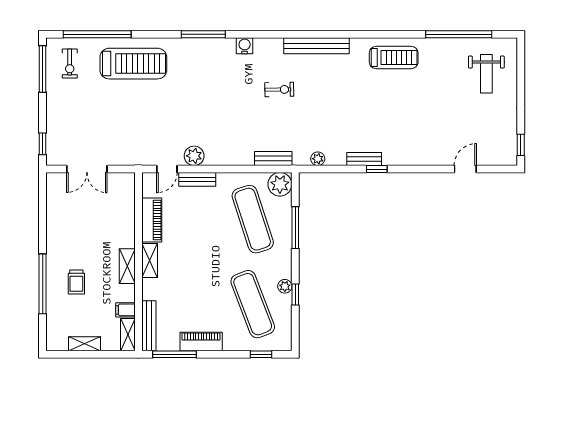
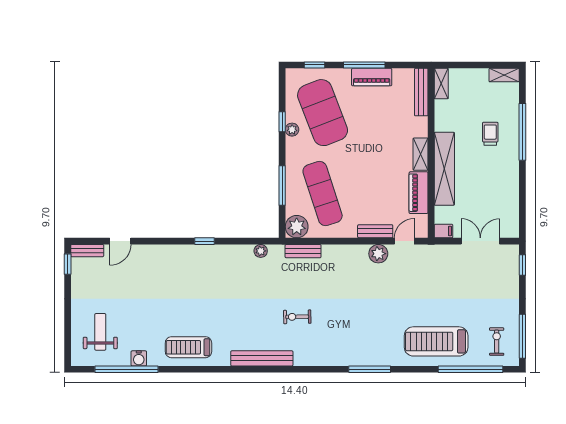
water cooler: (245, 46) -> (139, 358), moved
bench: (364, 159) -> (87, 251), moved
shelving: (127, 266) -> (444, 169), width x2.20, depth x1.33
exercise mat: (253, 304) -> (323, 113), width x1.47
filing cabinet: (125, 310) -> (444, 231), moved
shelving: (85, 344) -> (504, 75), moved
window: (174, 354) -> (364, 65), moved

